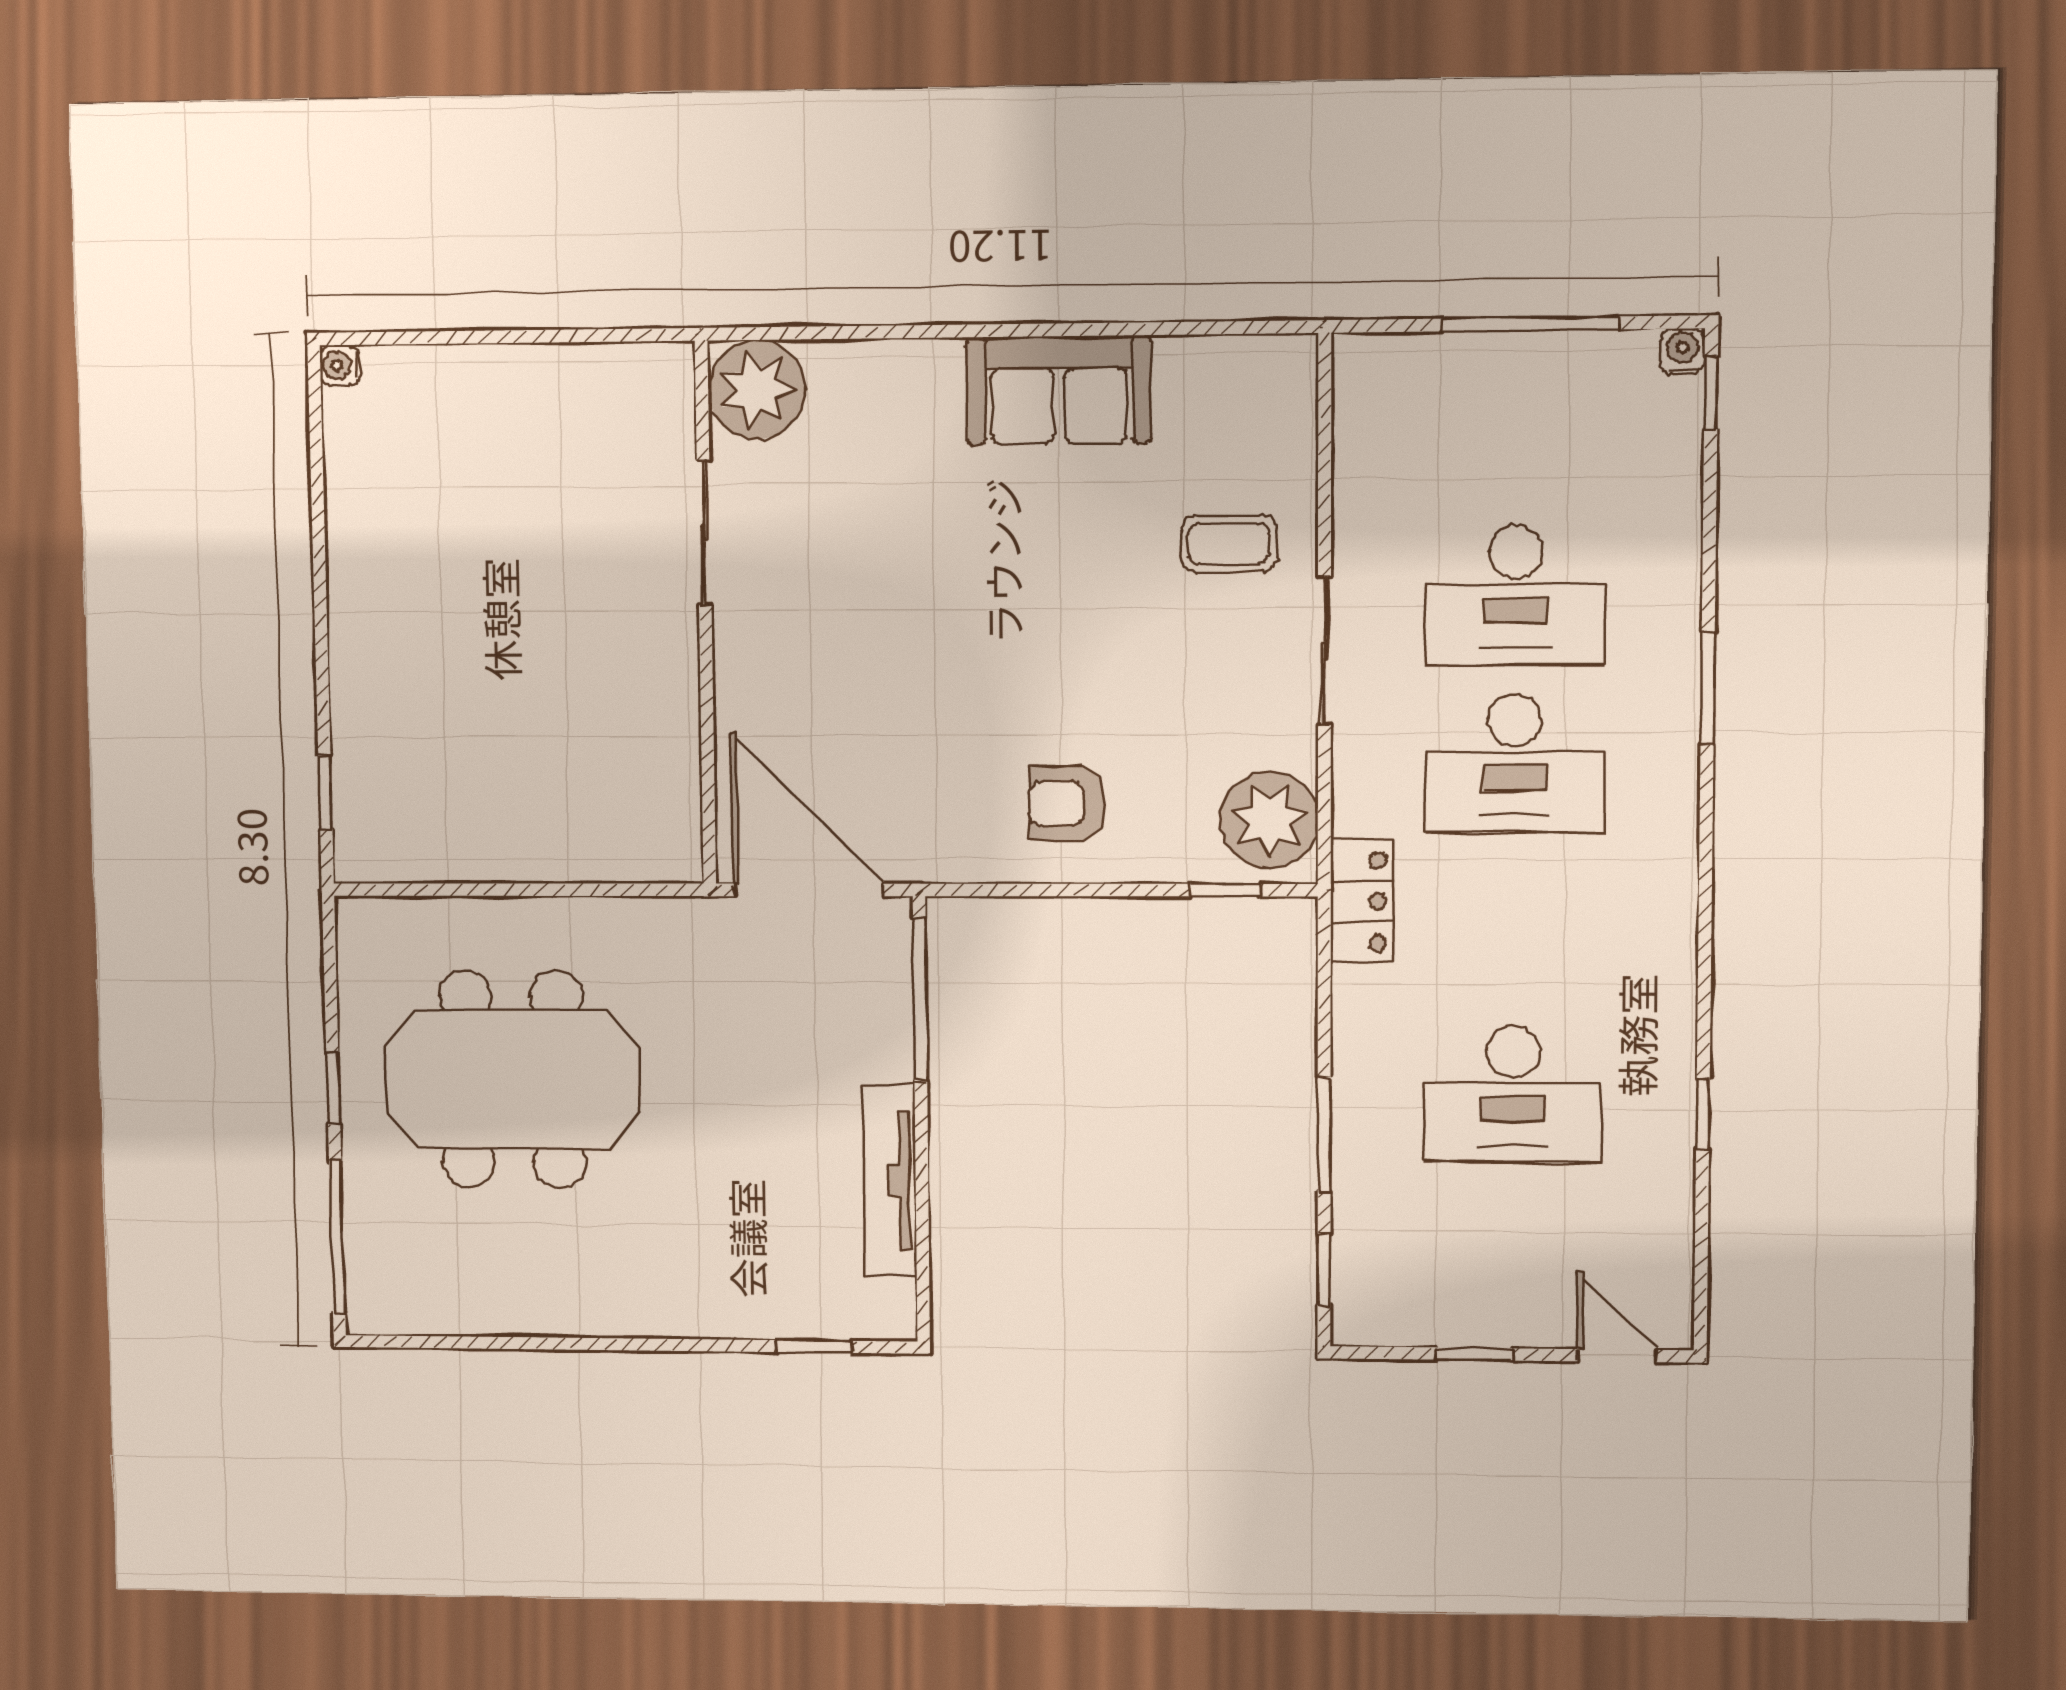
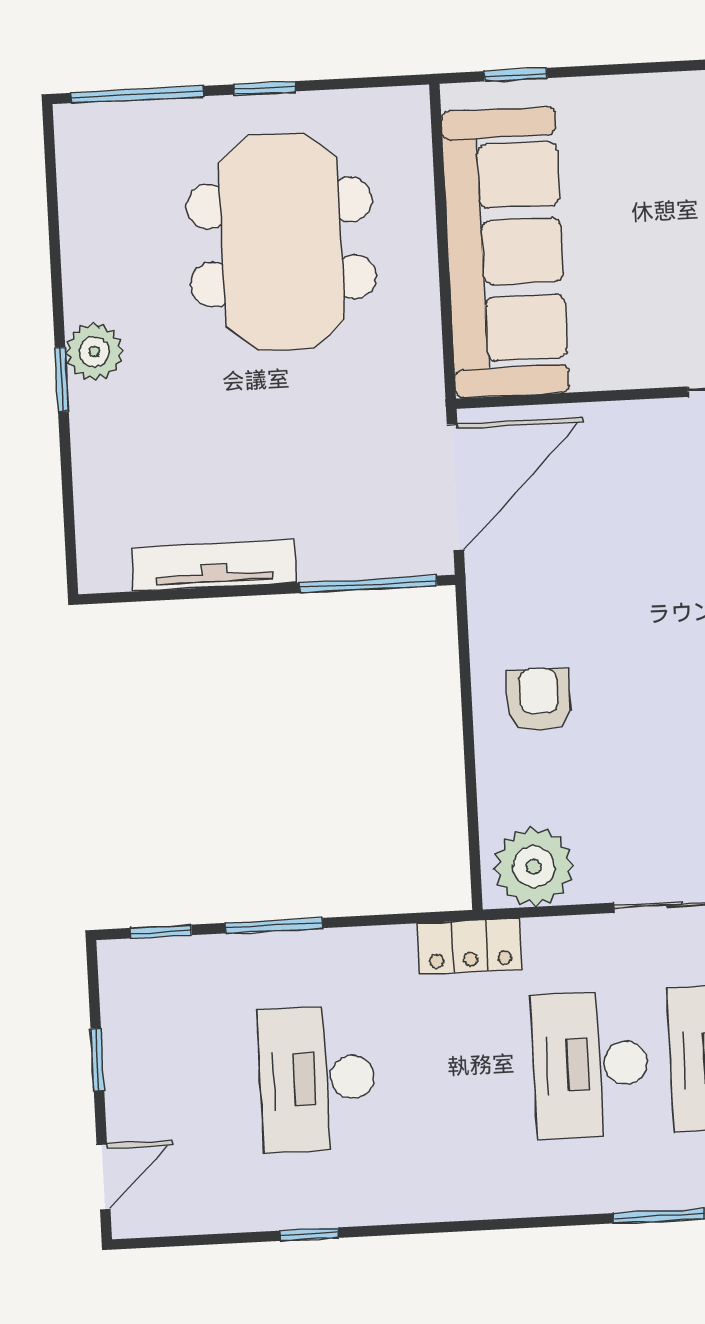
sofa: (533, 816) -> (505, 252), added
window: (1225, 890) -> (474, 834), removed
plant: (634, 1305) -> (94, 352), added
window: (814, 1346) -> (62, 379), moved

